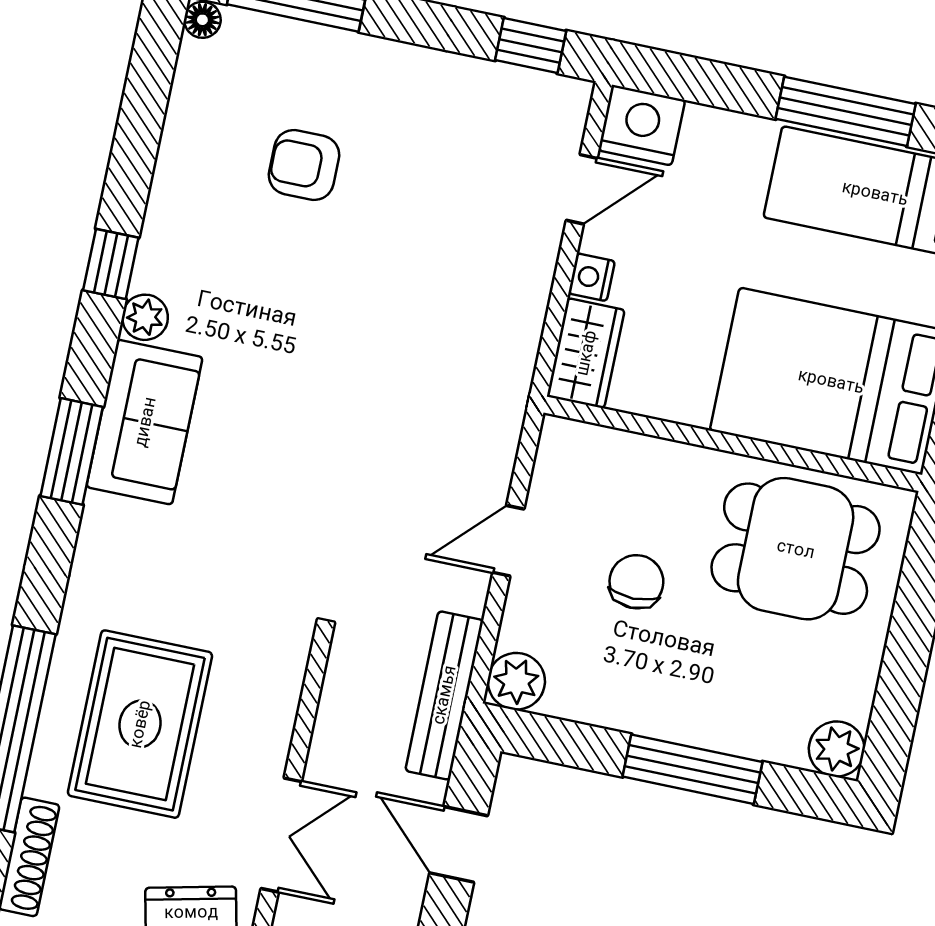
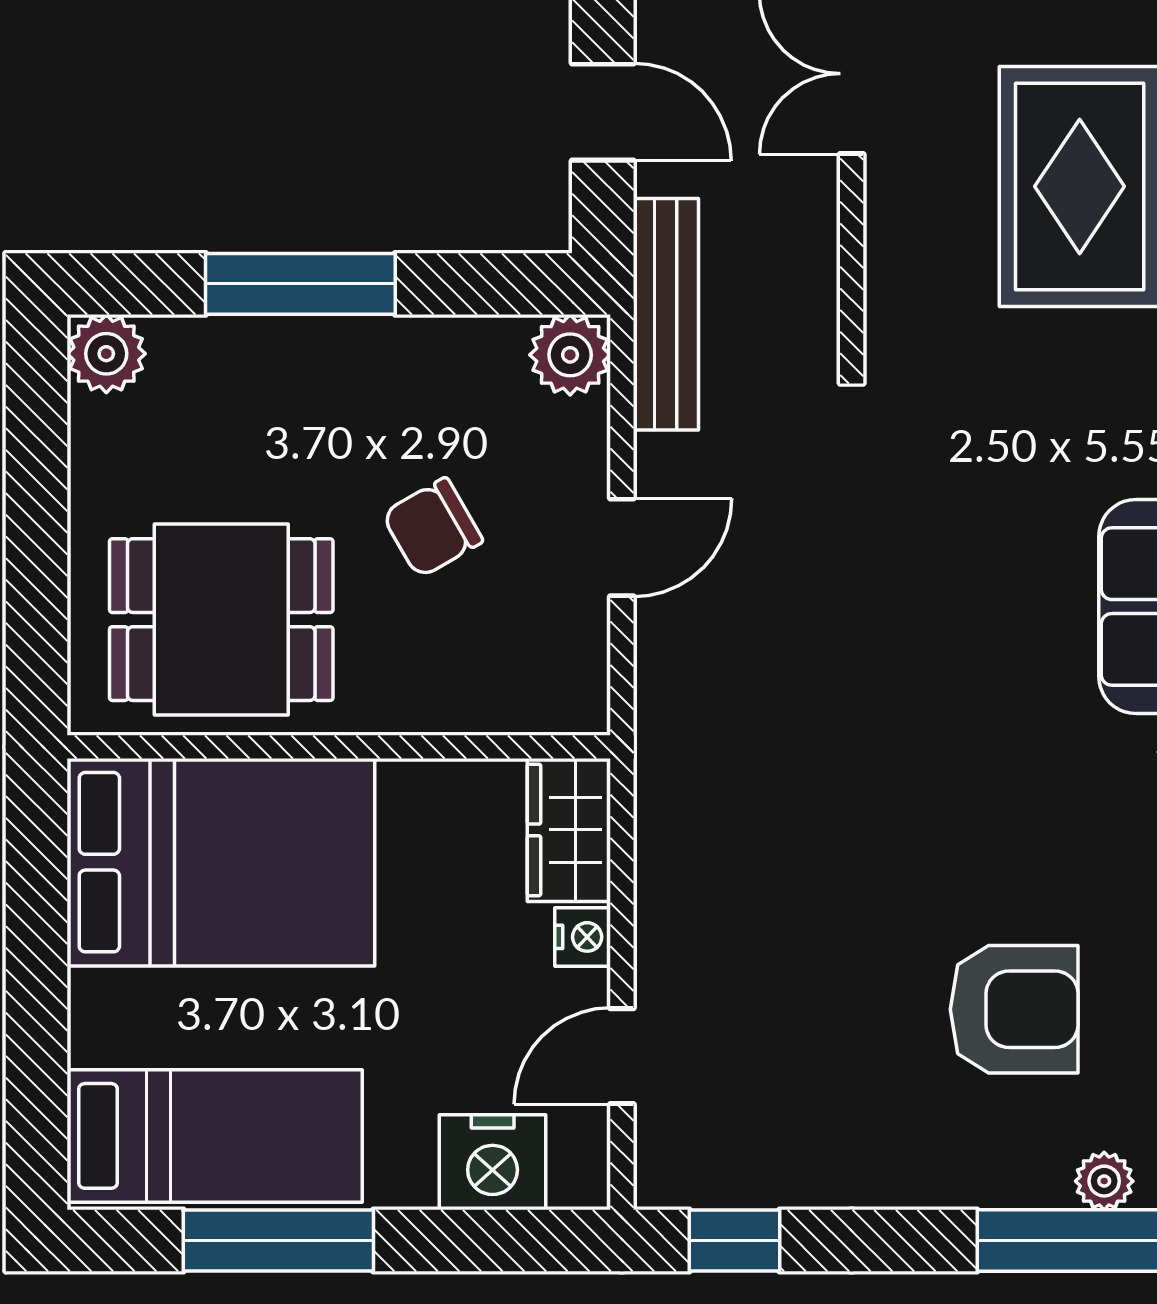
plant: (267, 33) -> (1104, 1181), added
nightstand: (642, 125) -> (493, 1162), moved
armchair: (304, 165) -> (1014, 1009), width x1.38, depth x1.38
chair: (636, 582) -> (432, 528), turned 60

